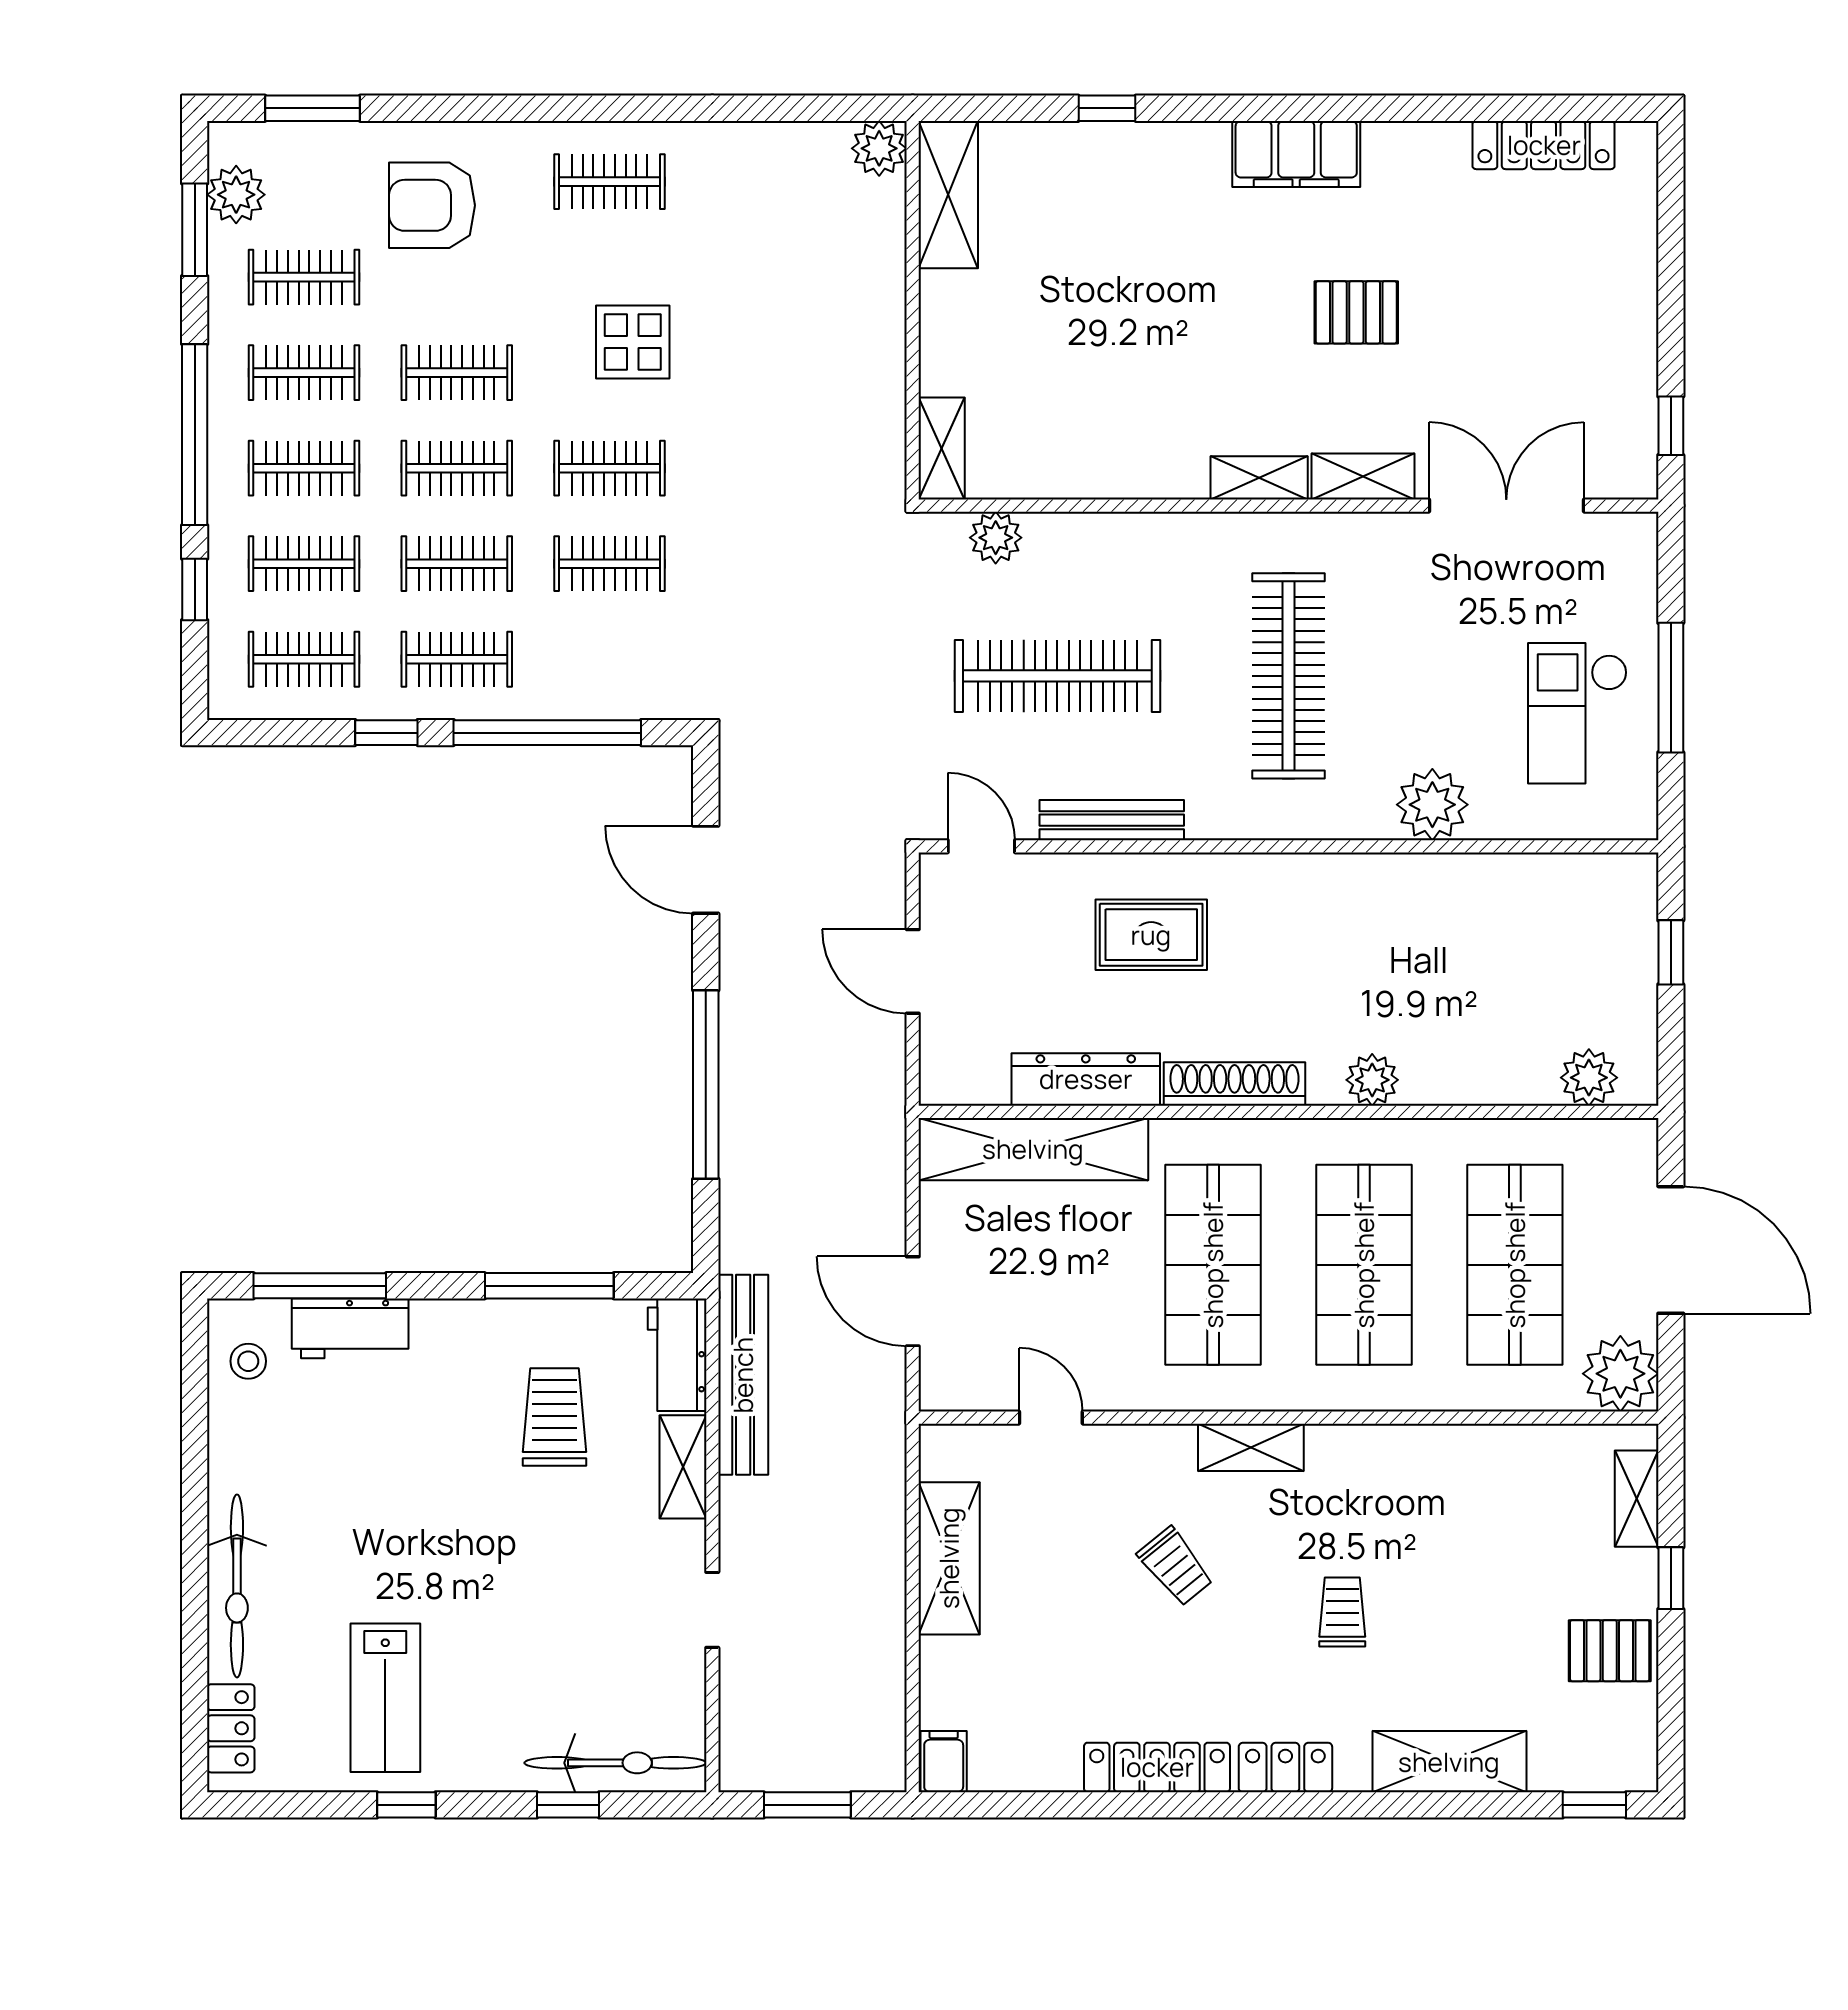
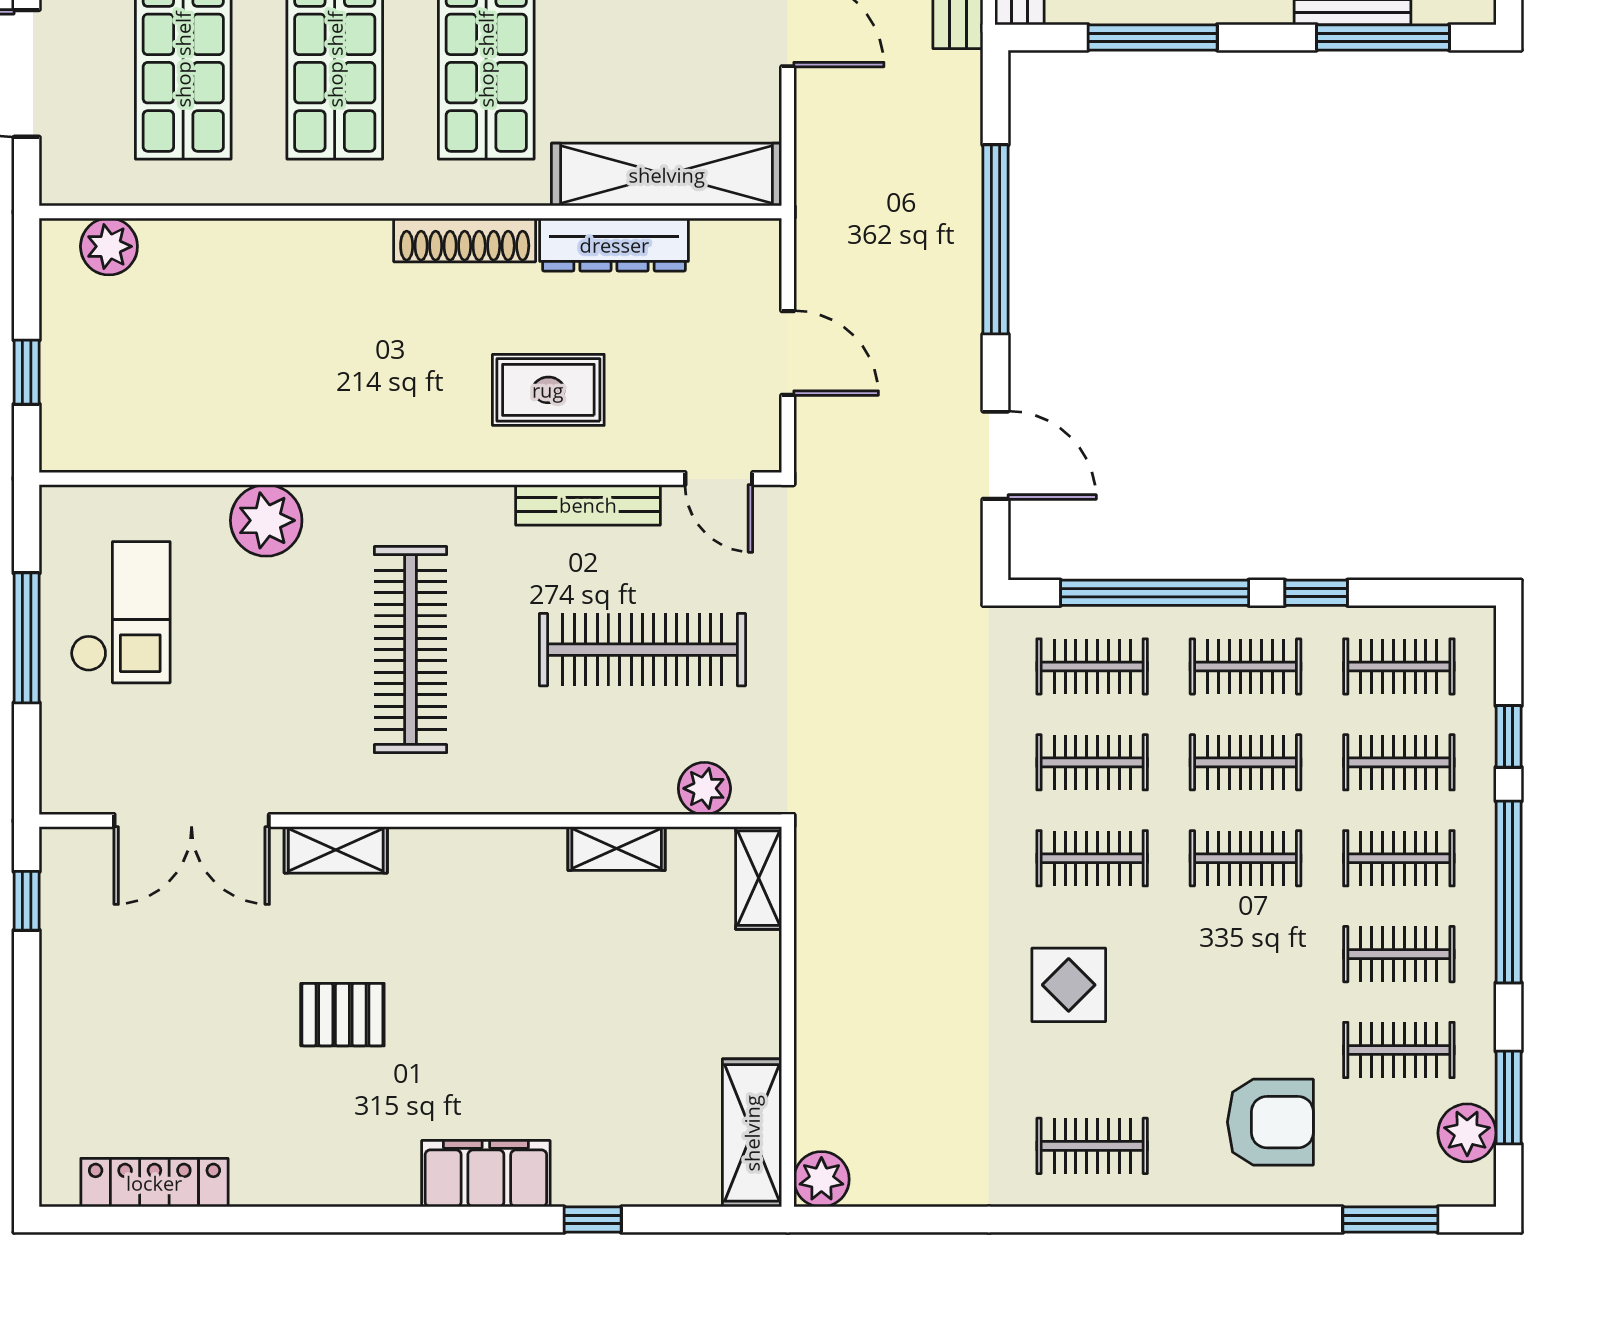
filing cabinet: (1296, 154) -> (486, 1174), moved
clothes rail: (457, 373) -> (1092, 666), moved
shelving: (1259, 478) -> (617, 849), moved
plant: (1372, 1080) -> (326, 244), removed

